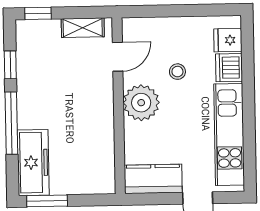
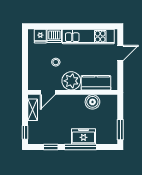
door: (118, 57) -> (48, 92), swing flipped
boiler: (100, 145) -> (92, 102), added
freezer: (33, 163) -> (83, 136), moved, width x0.71
kitchen counter: (153, 179) -> (96, 83), moved, turned 90

